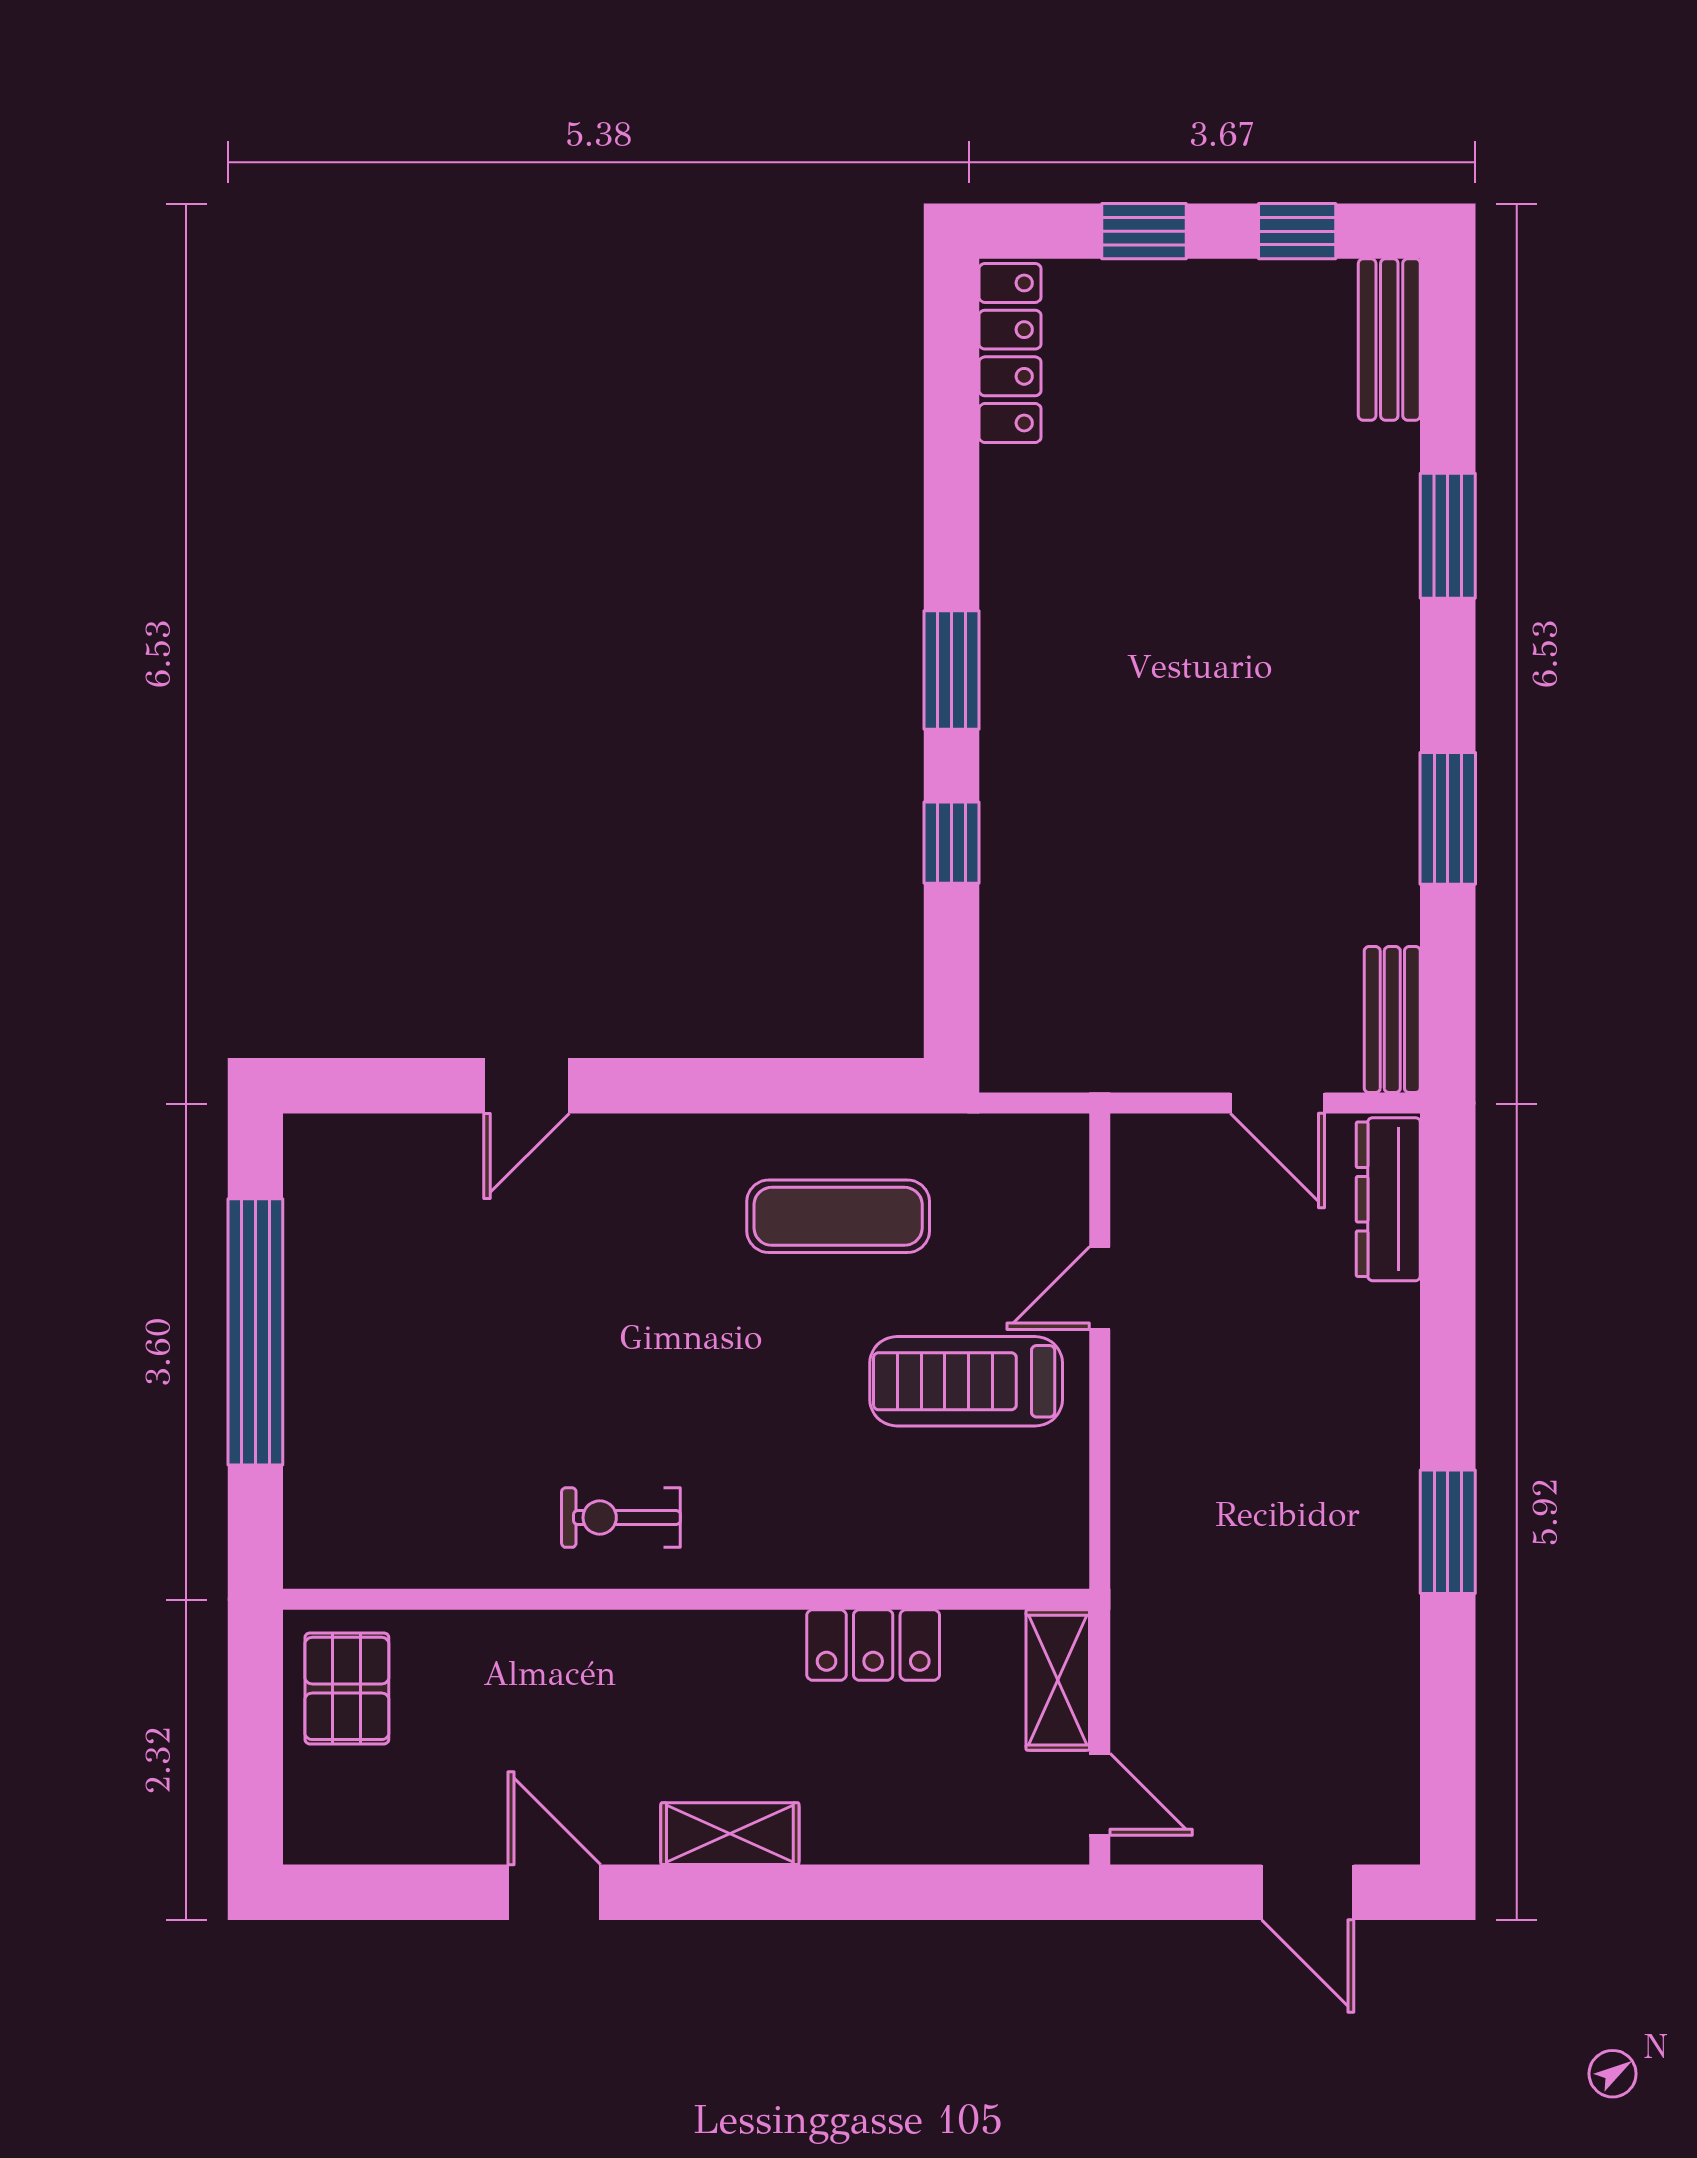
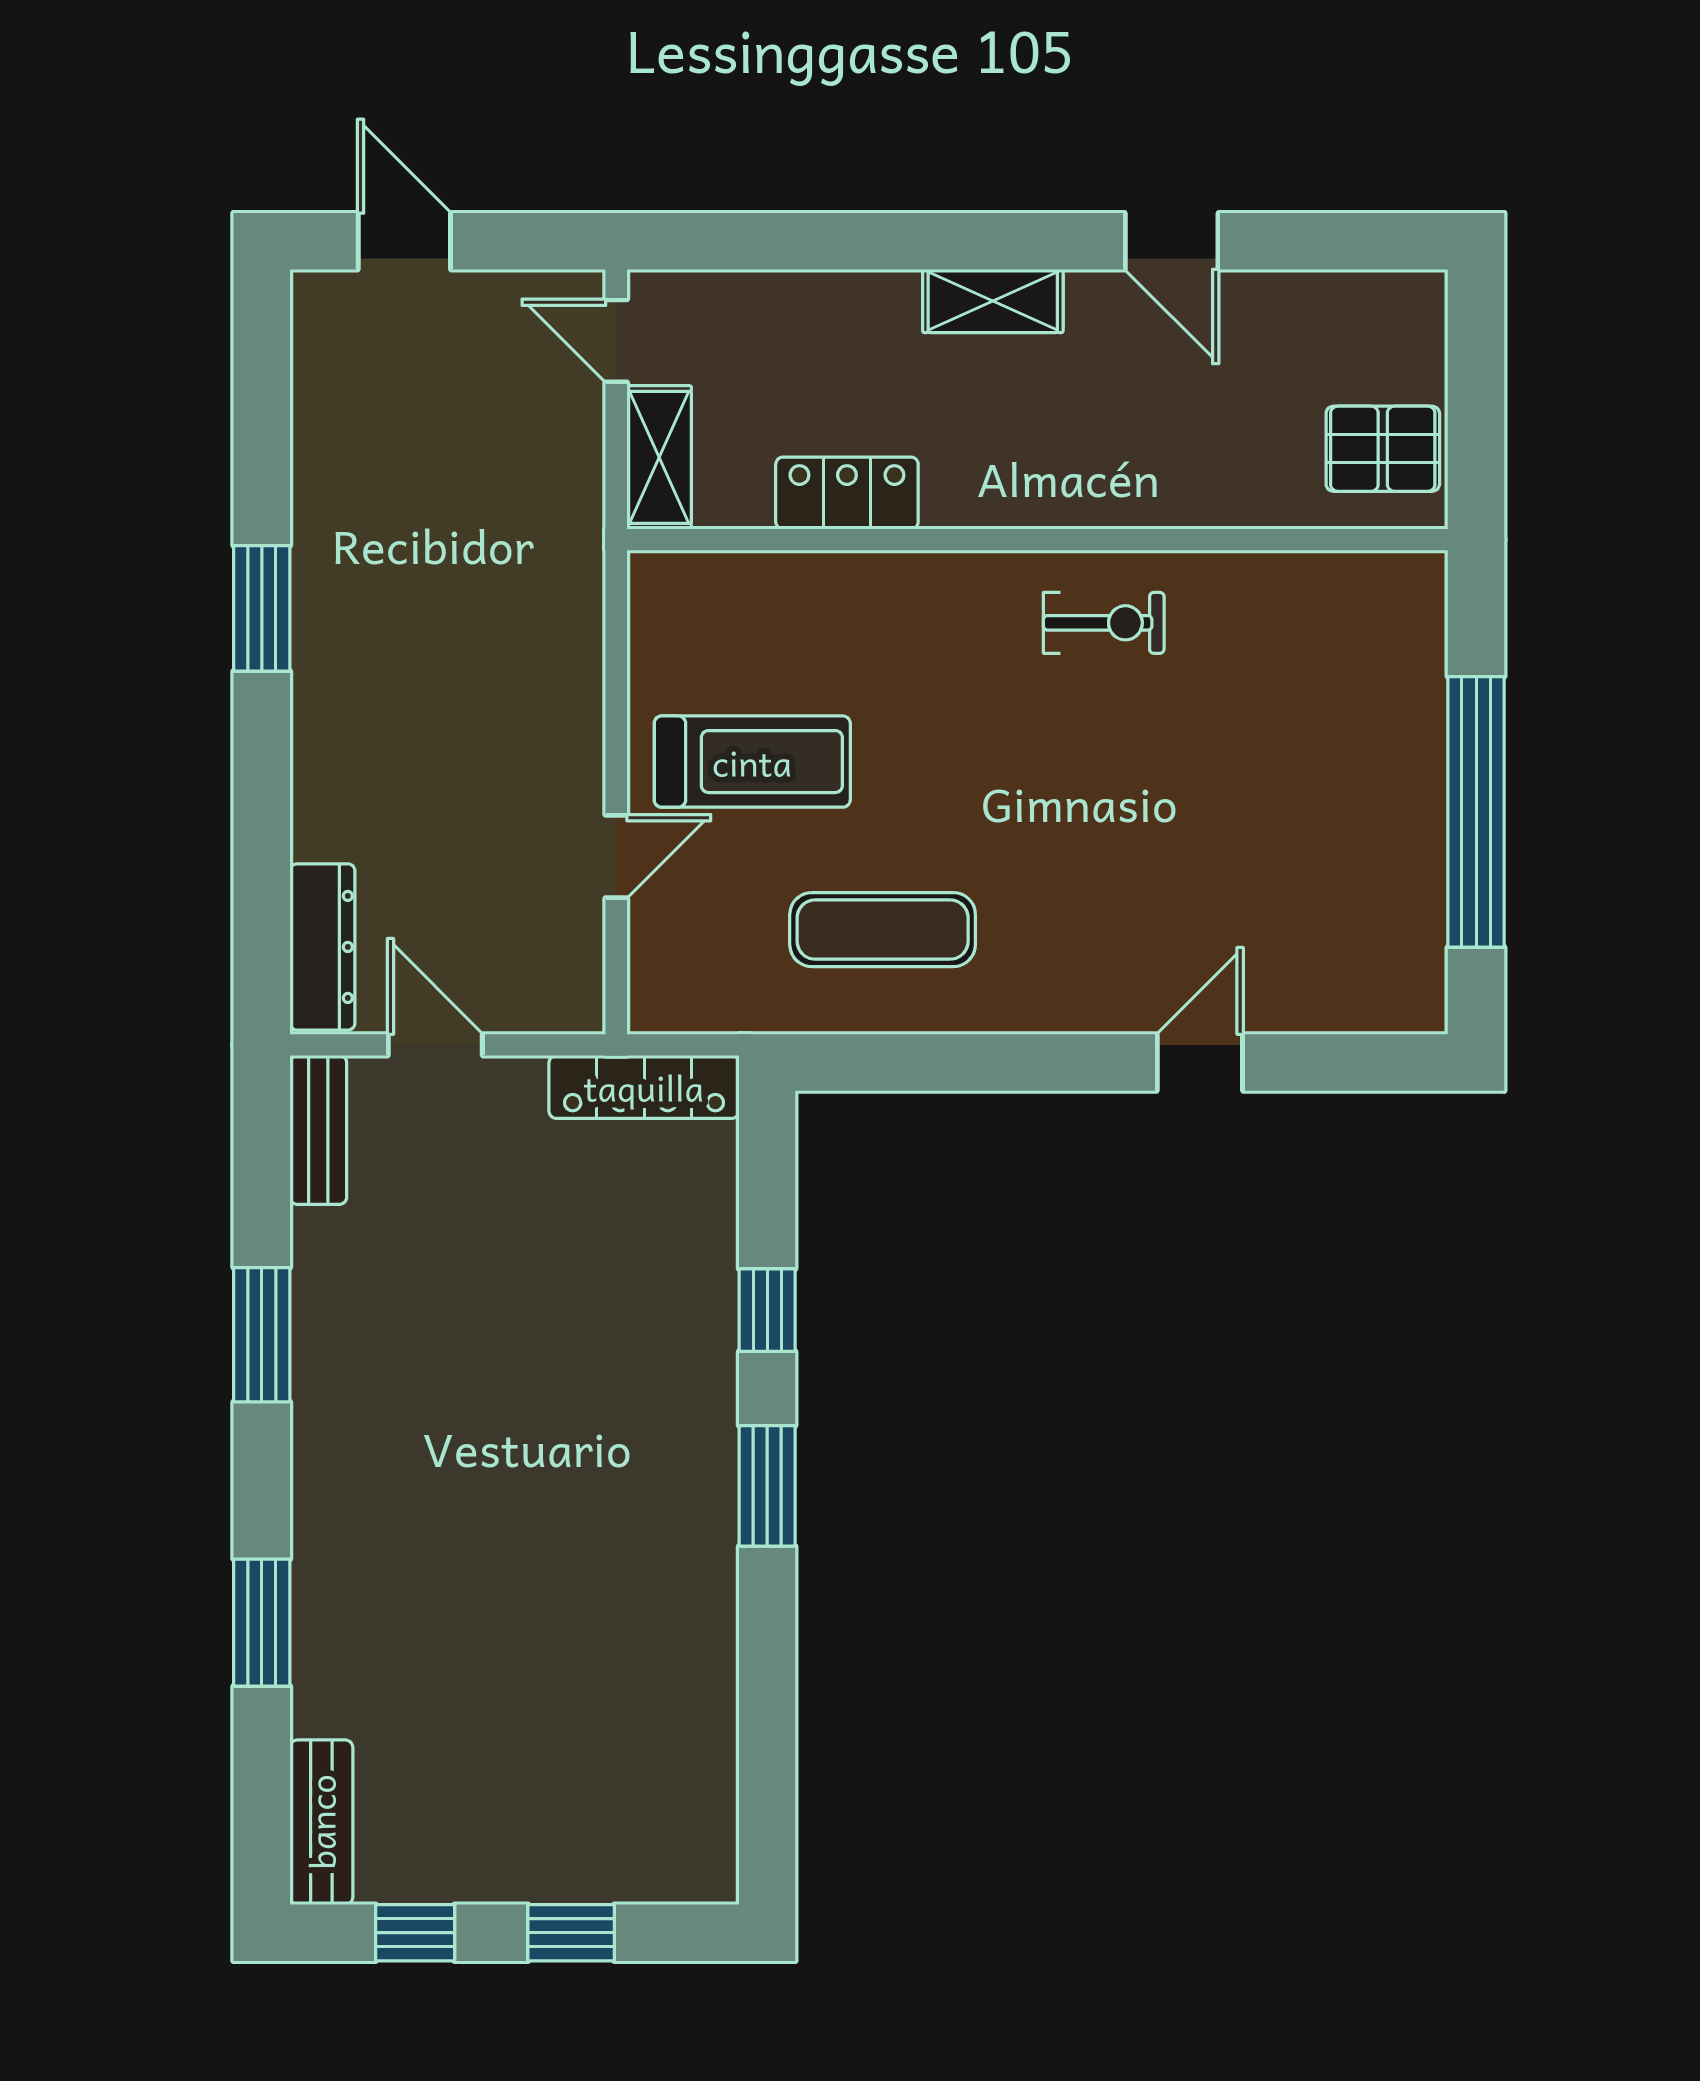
locker: (1010, 353) -> (644, 1087), moved, turned -90
pallet: (347, 1688) -> (1383, 449), turned 90

